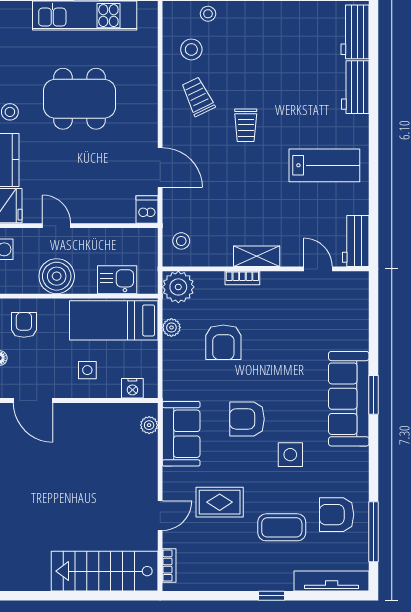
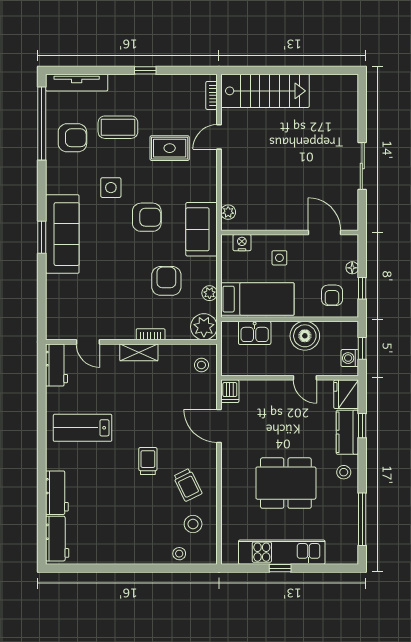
sofa: (181, 434) -> (202, 229), moved
window: (374, 532) -> (42, 123), width x1.46
window: (272, 596) -> (145, 70), moved

